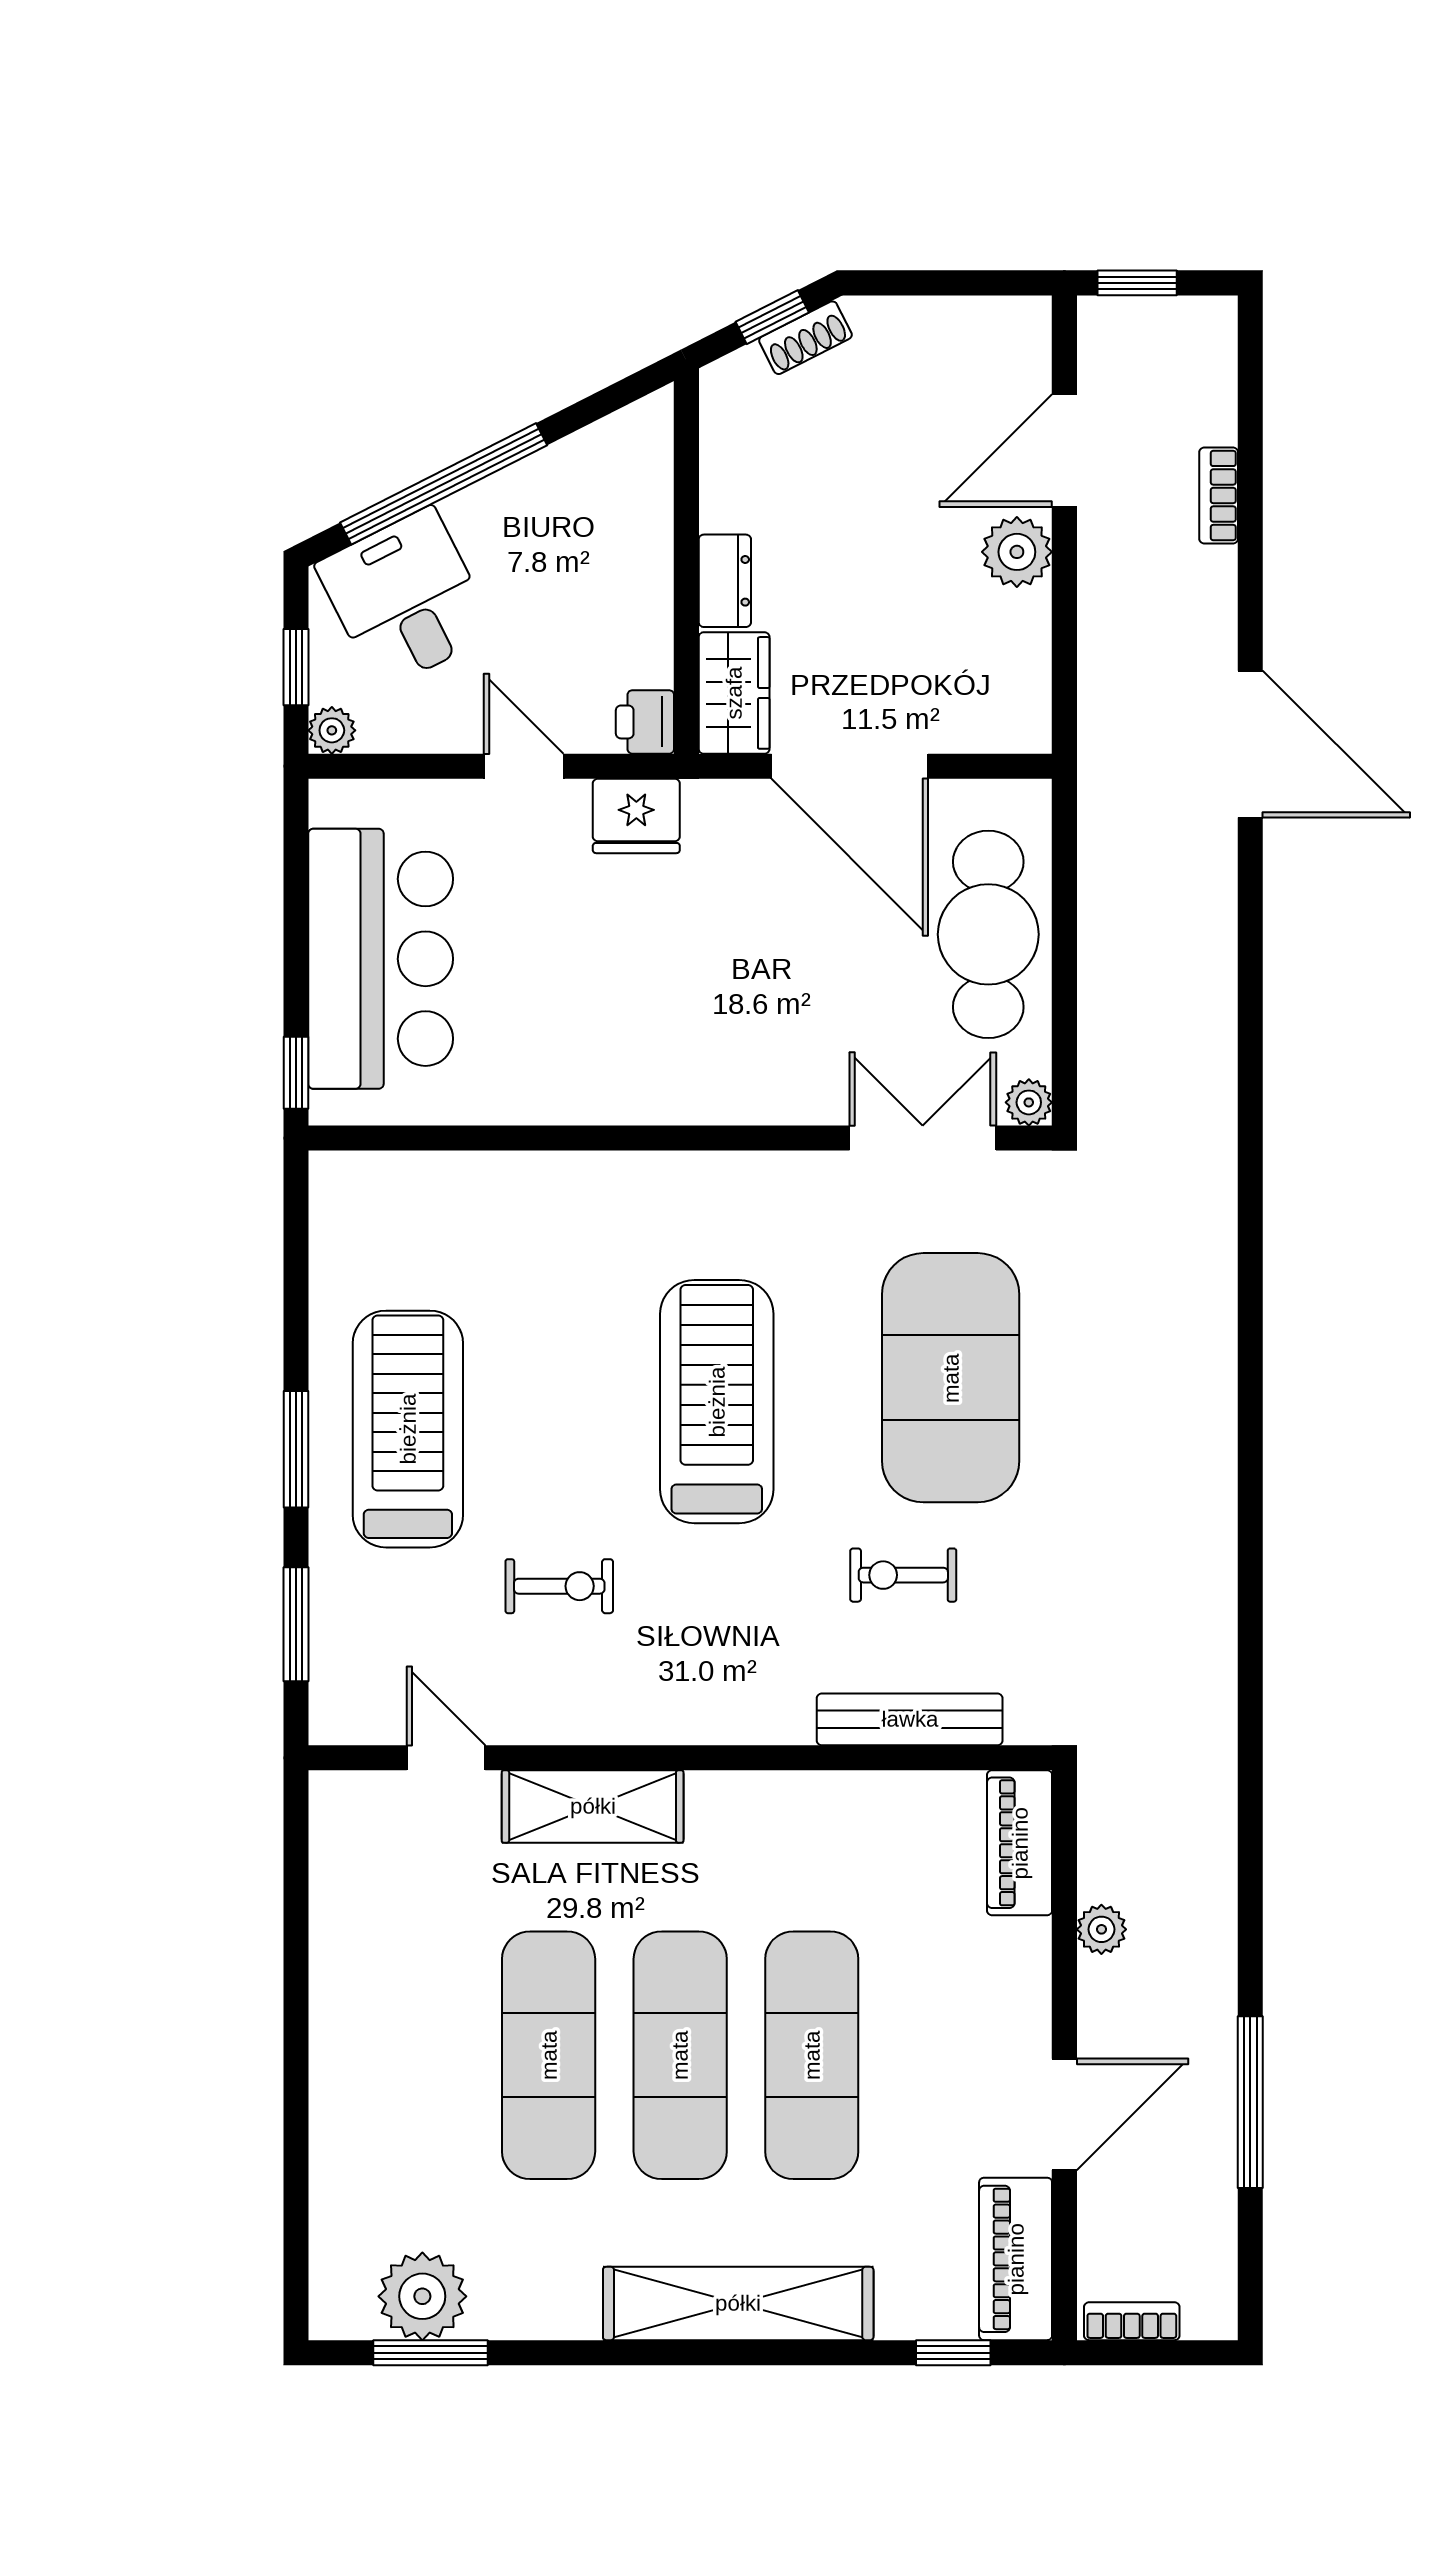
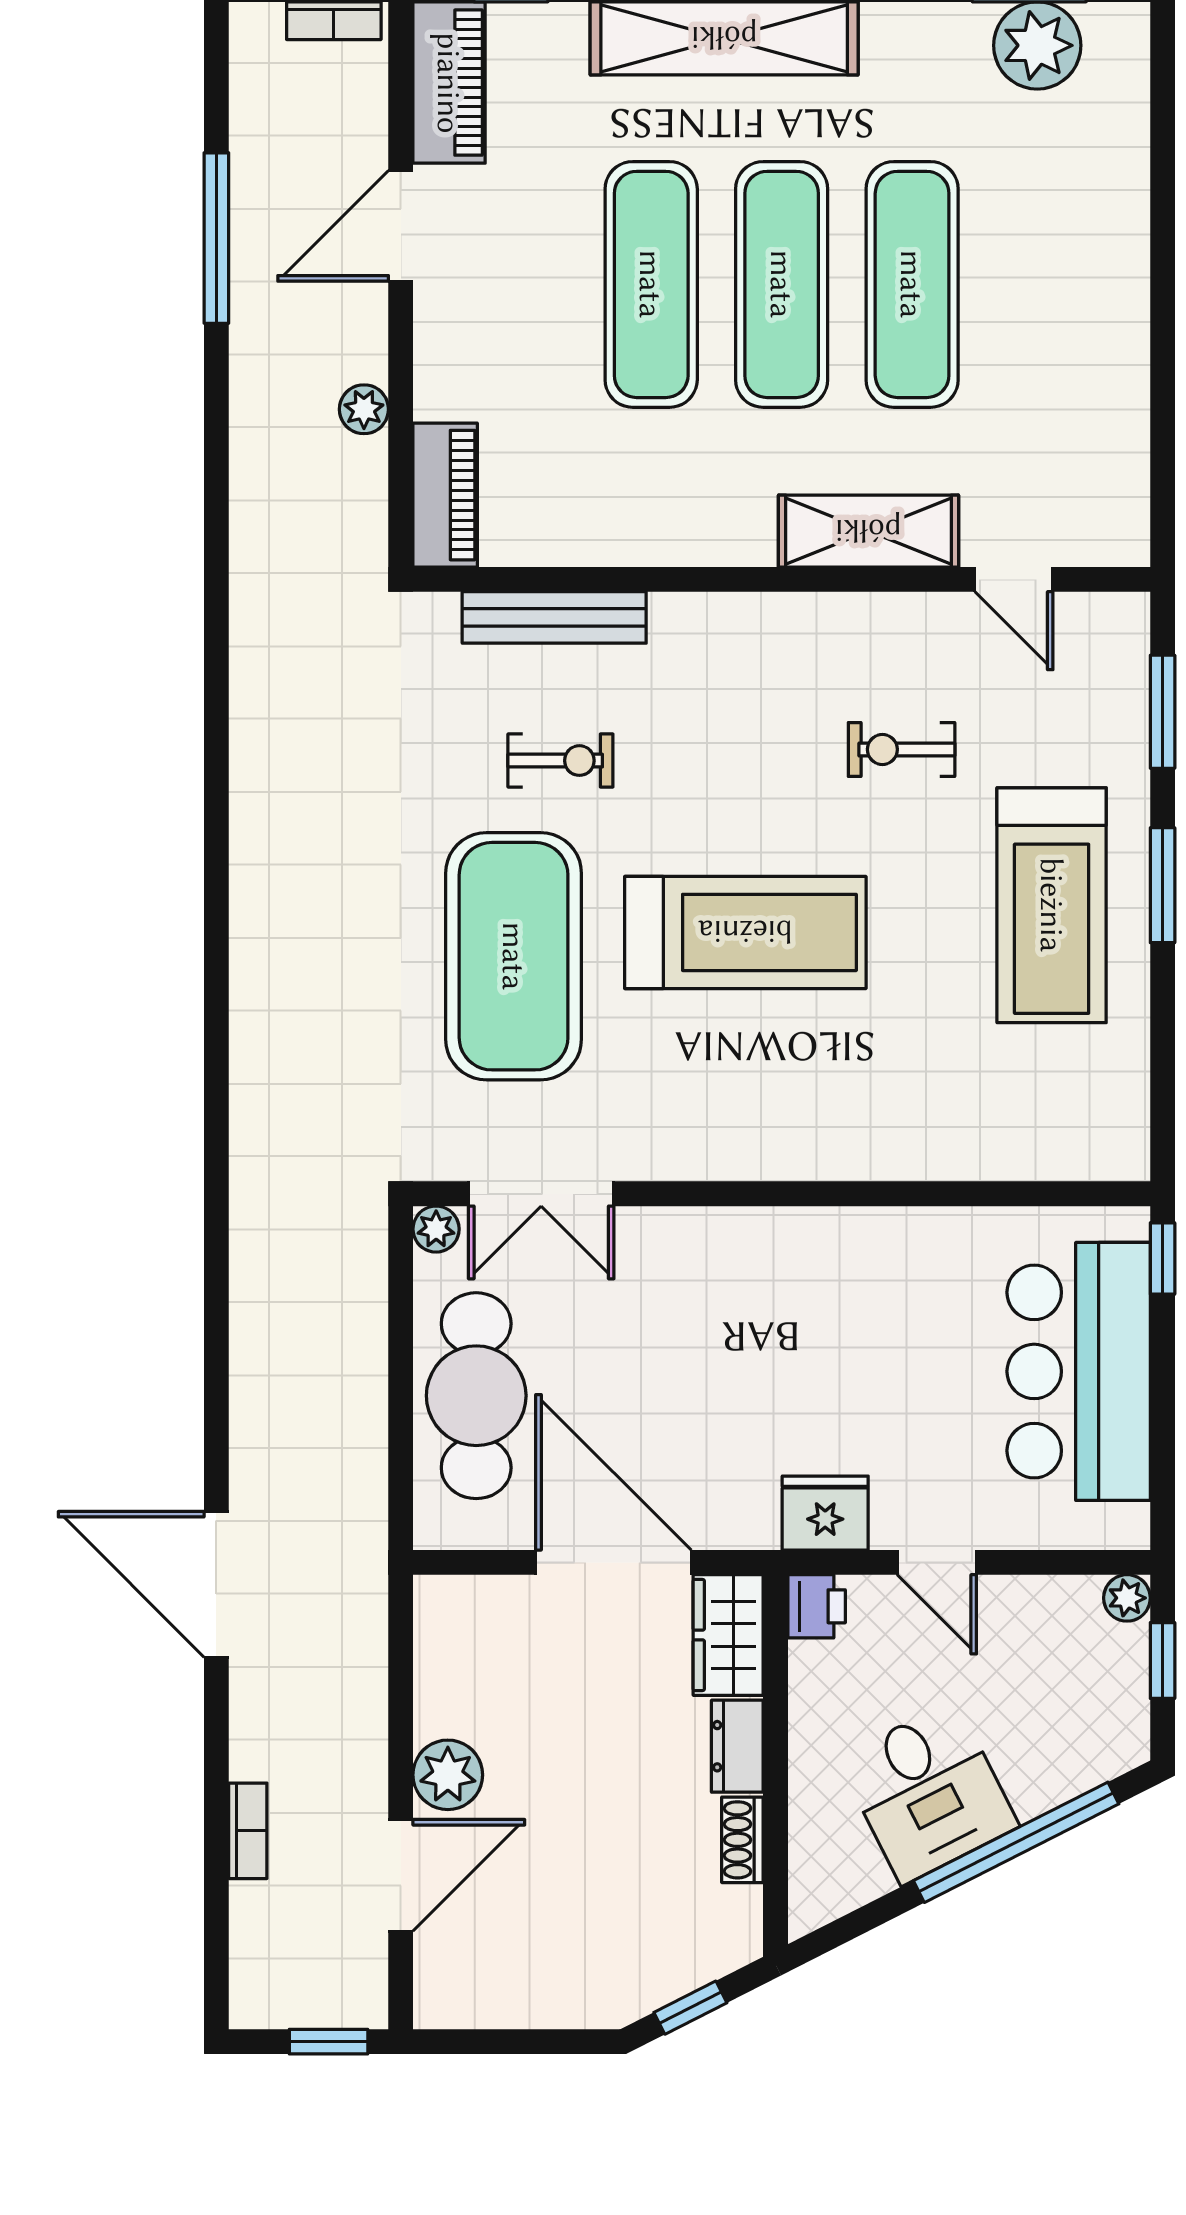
shoe rack: (805, 338) -> (742, 1840), moved, turned -63
desk: (406, 599) -> (928, 1792), moved
treadmill: (717, 1402) -> (745, 932), turned -90

